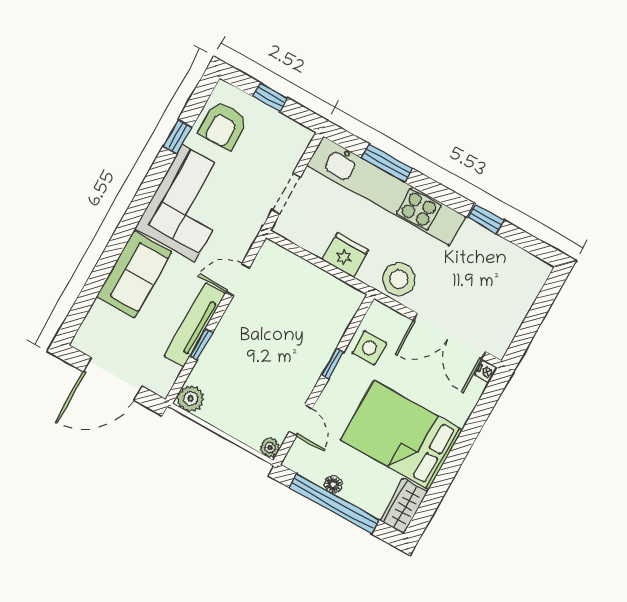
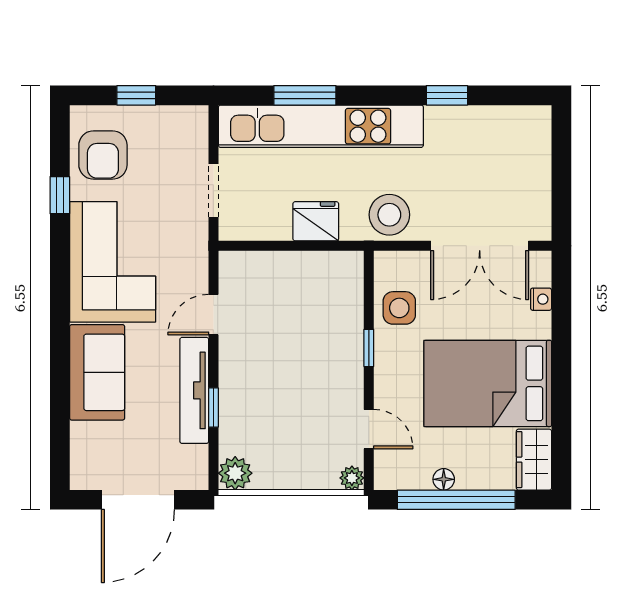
nightstand: (486, 371) -> (541, 299), moved

